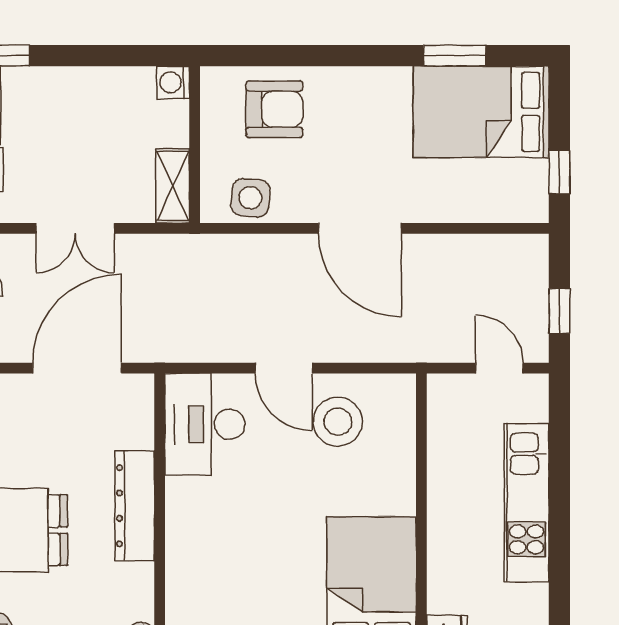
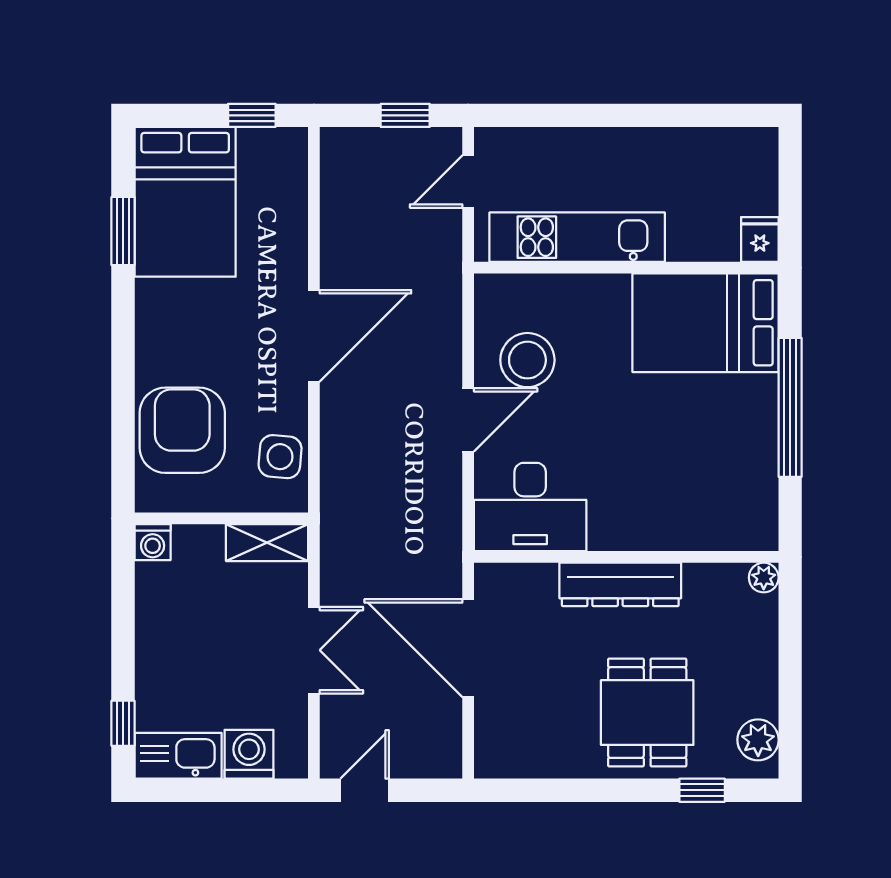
armchair: (274, 109) -> (182, 430), width x1.36, depth x1.36
kitchen unit: (527, 503) -> (577, 237), moved, turned 180

